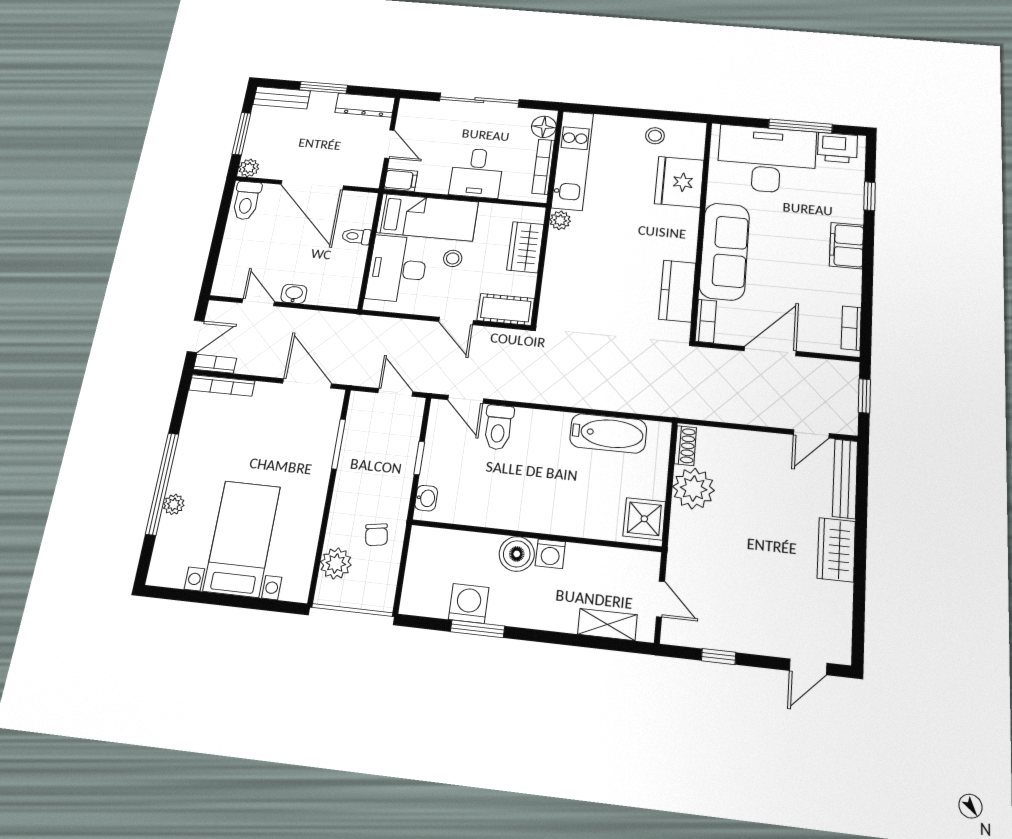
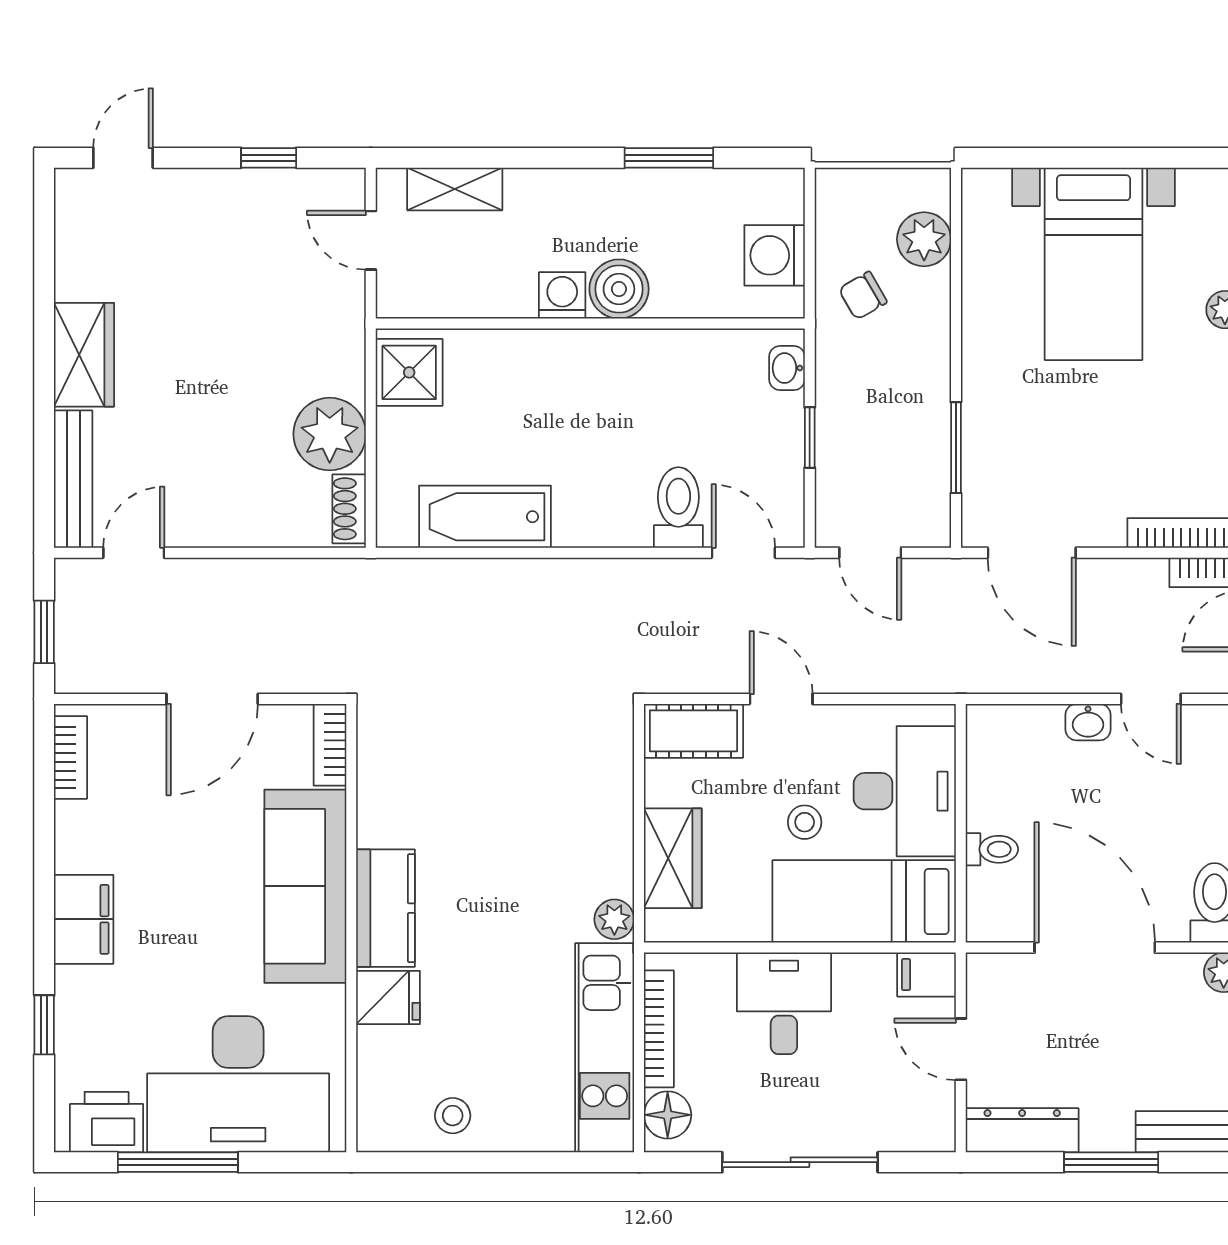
fridge: (679, 182) -> (388, 997), width x0.53, depth x0.75
kitchen counter: (677, 291) -> (386, 908), moved
chair: (376, 535) -> (863, 296), turned -111
washing machine: (469, 603) -> (775, 255), moved, turned 90

